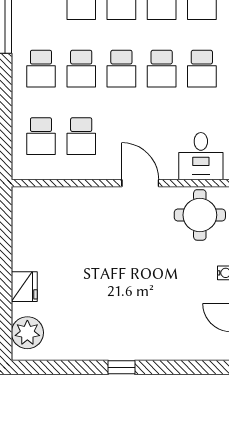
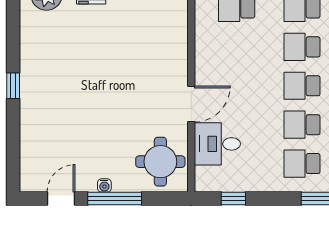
school desk: (81, 136) -> (237, 47), removed
desk: (201, 156) -> (217, 144), moved

